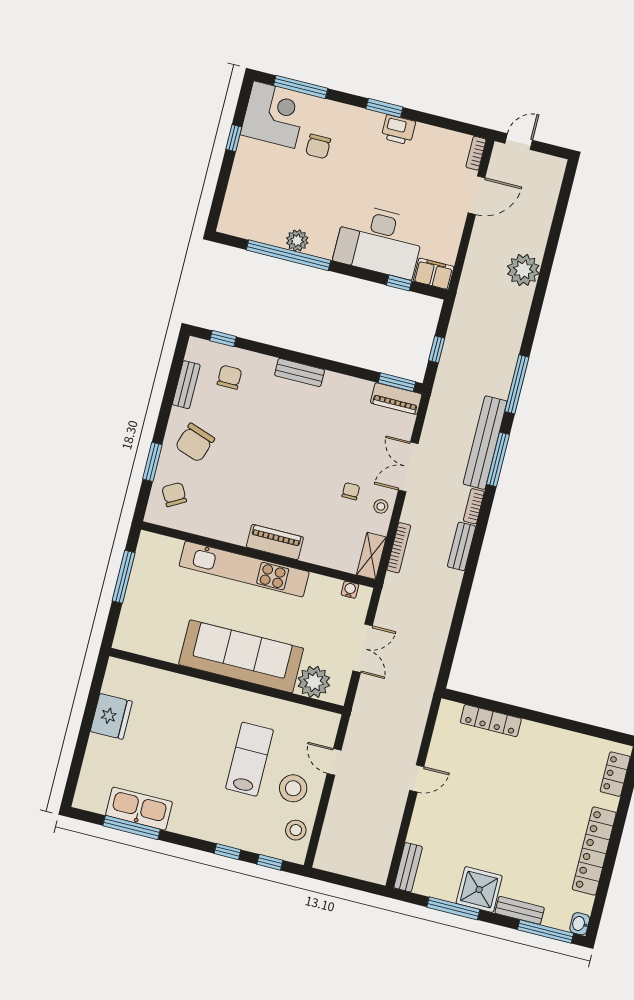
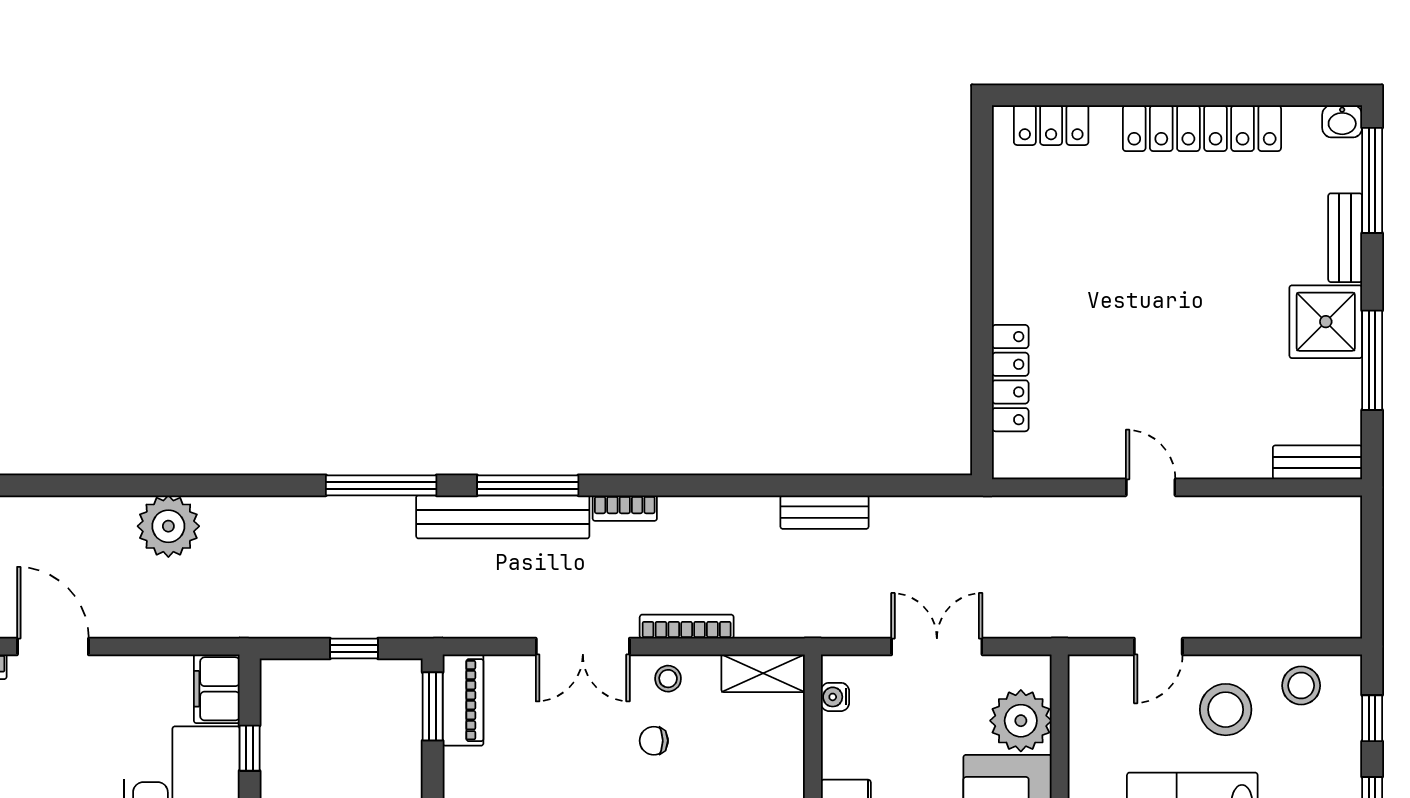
bench: (462, 546) -> (825, 512), moved
bookcase: (399, 548) -> (687, 627), moved

